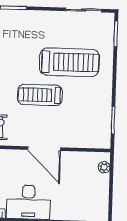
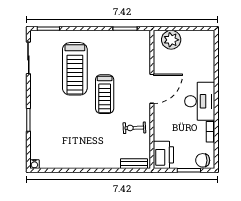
treadmill: (69, 62) -> (75, 69), turned 180
plant: (104, 167) -> (171, 40), width x1.88, depth x1.88

